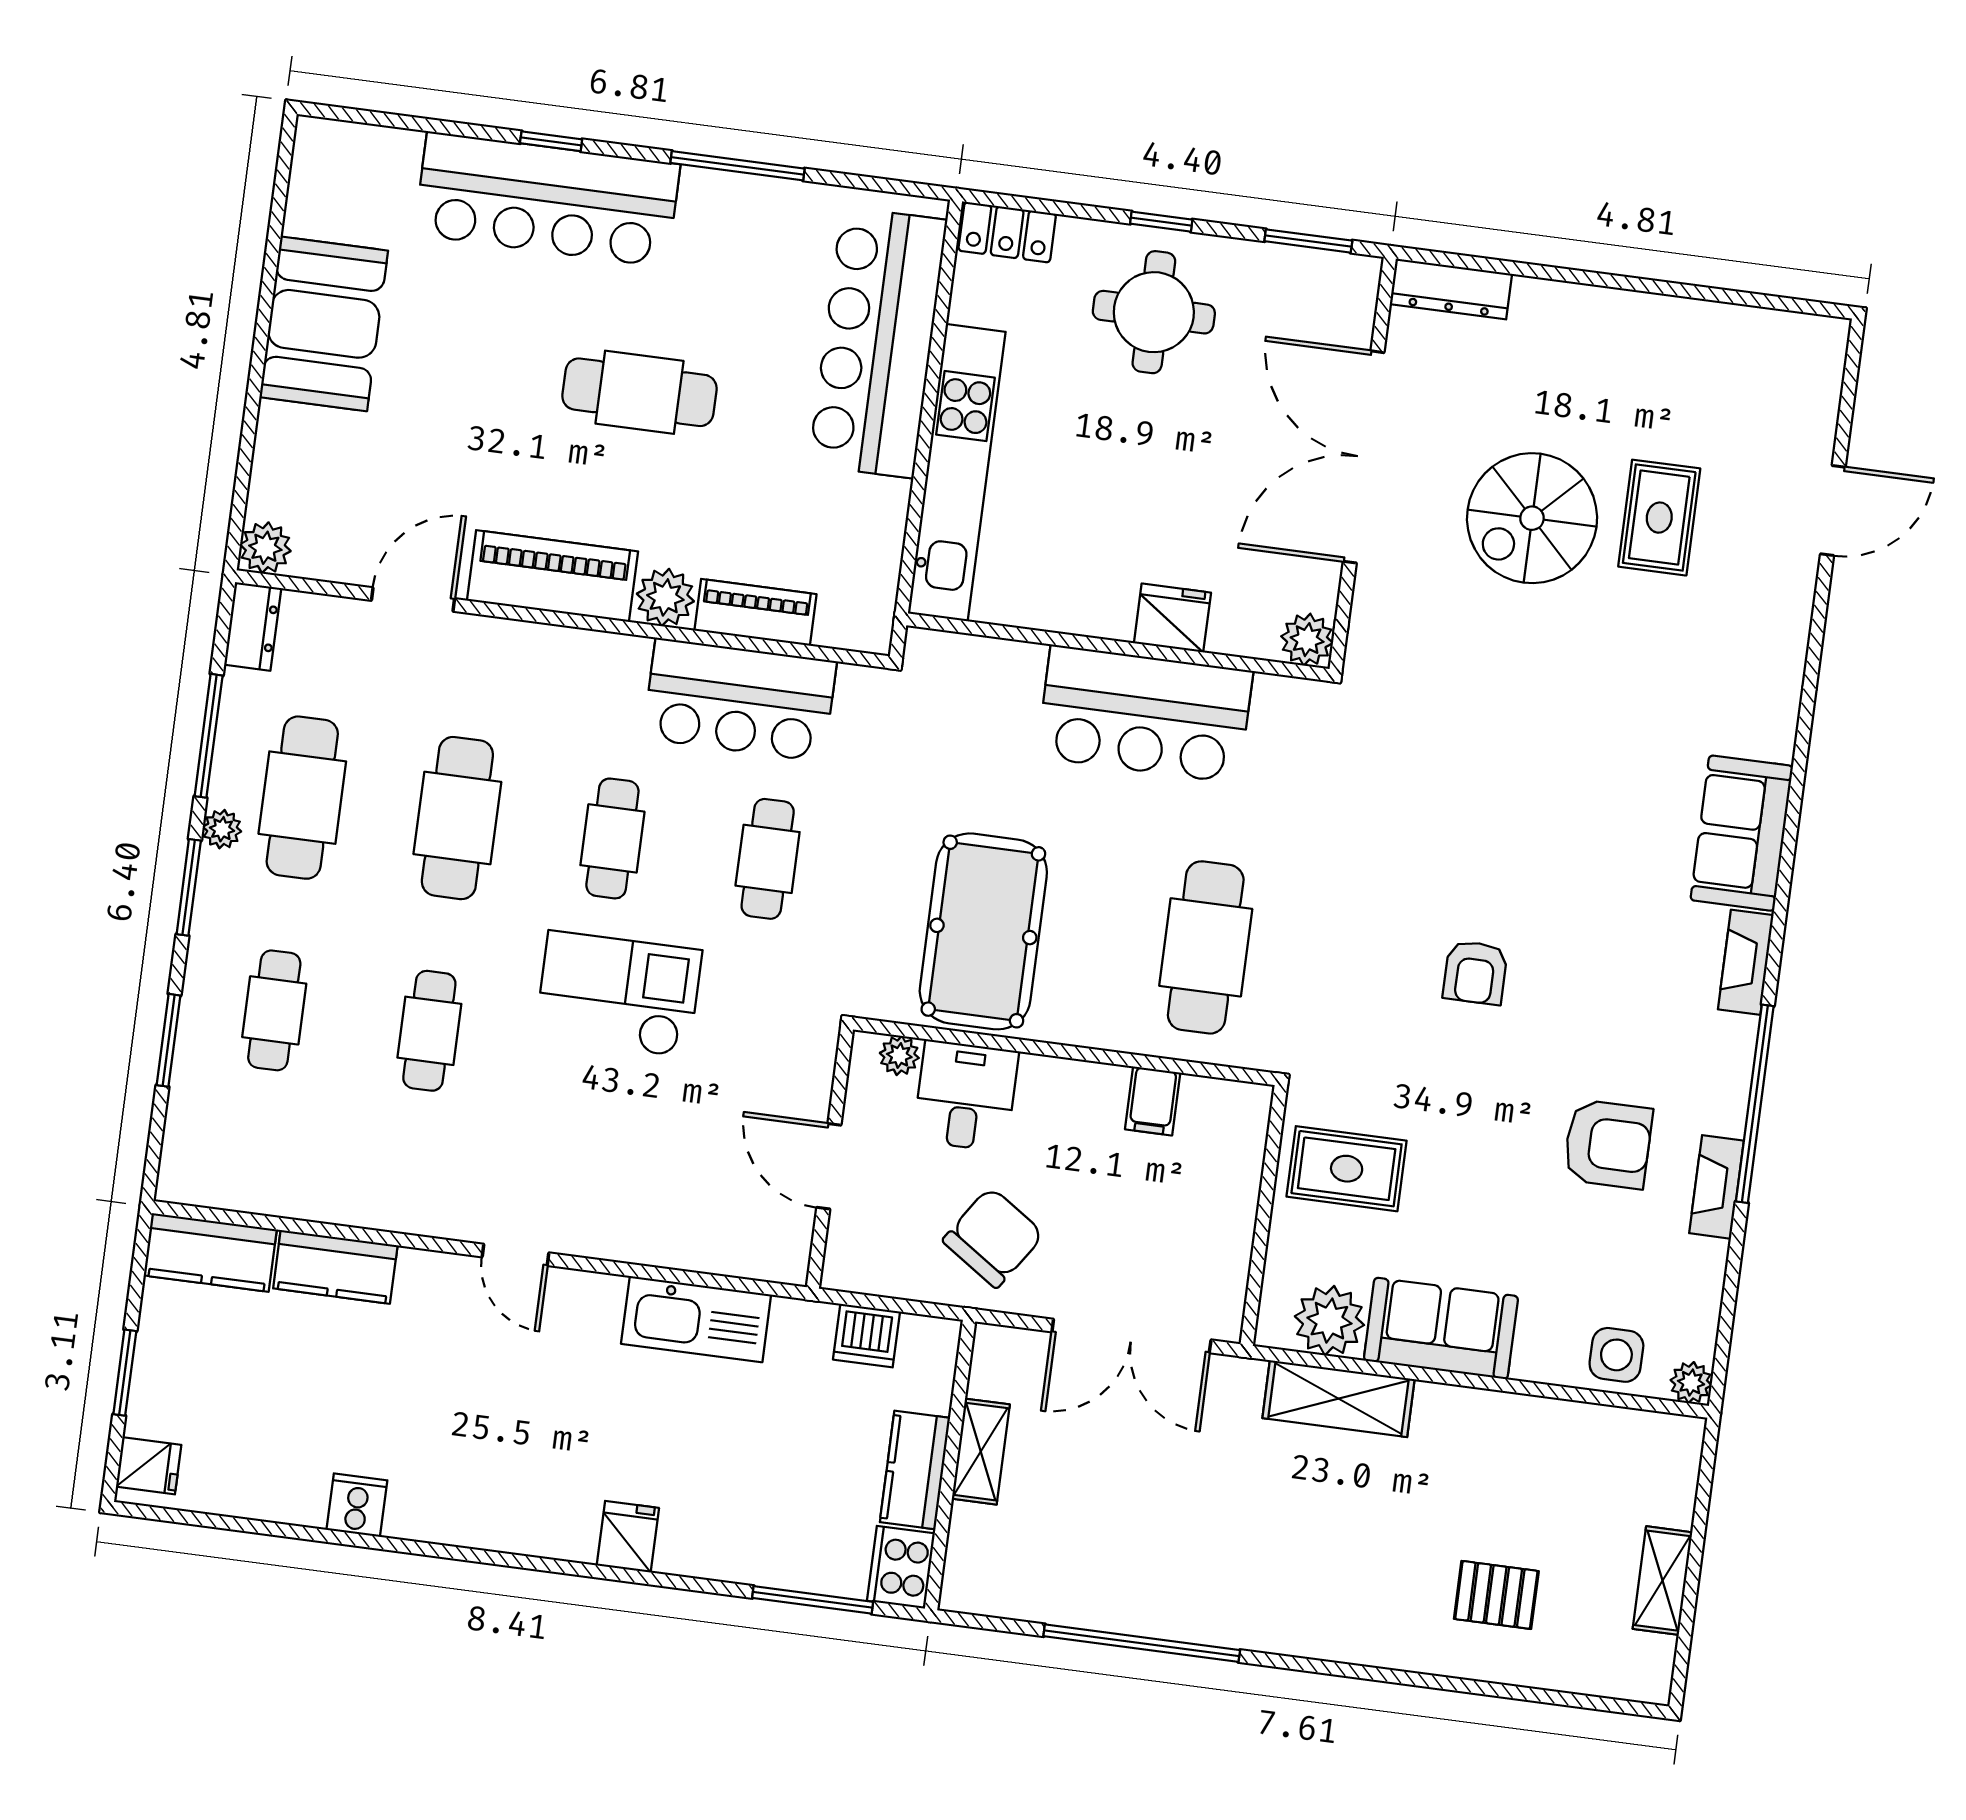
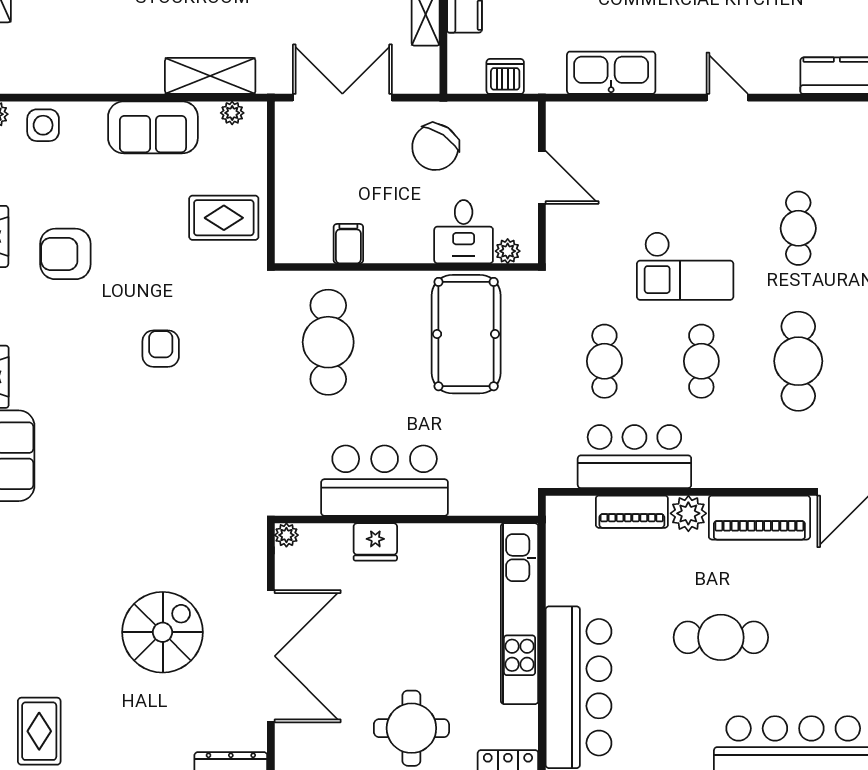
rug: (1659, 518) -> (39, 731), moved
plant: (1307, 640) -> (286, 535), width x0.73, depth x0.73
plant: (1329, 1321) -> (232, 113), width x0.53, depth x0.53

